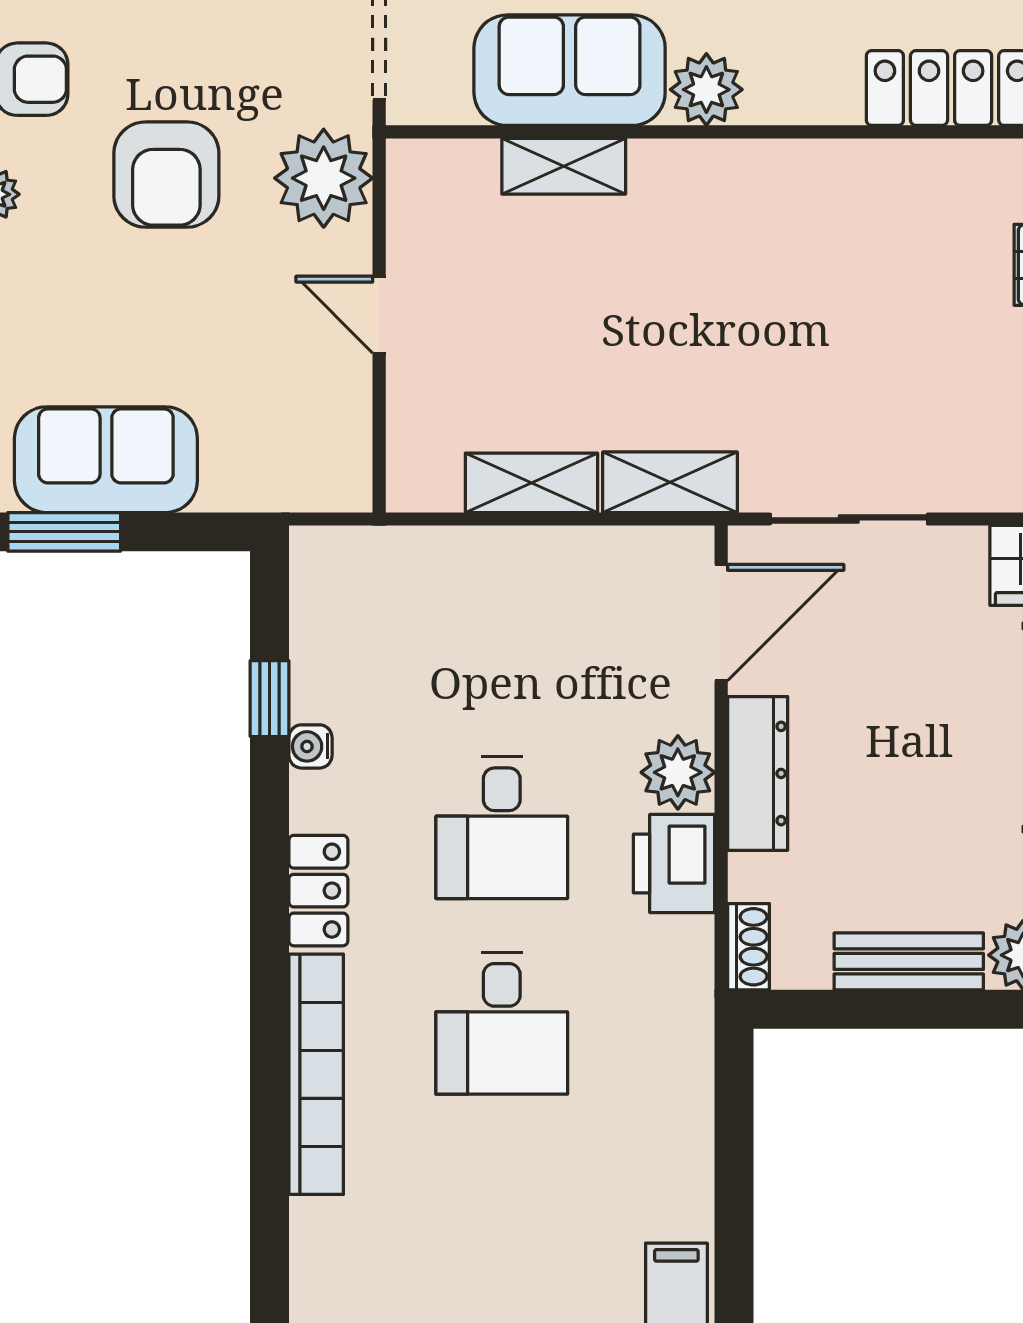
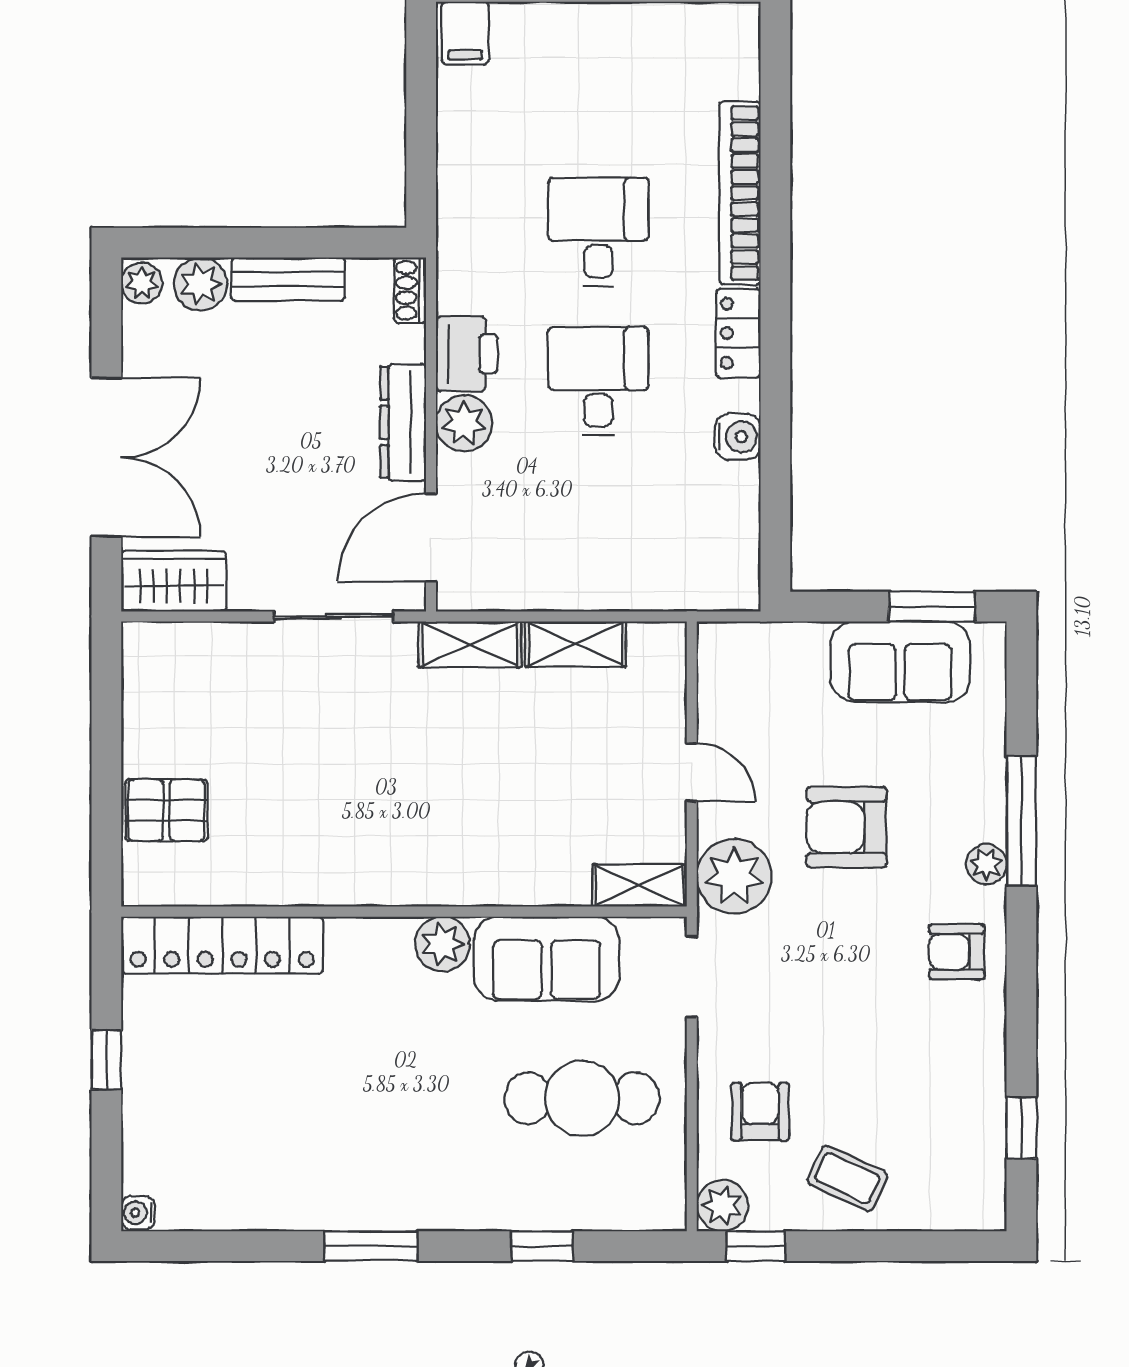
shelving: (564, 166) -> (640, 885), moved
armchair: (166, 175) -> (846, 827), moved, turned -90
window: (270, 699) -> (775, 480), removed
water cooler: (310, 746) -> (738, 437), width x1.38, depth x1.38

